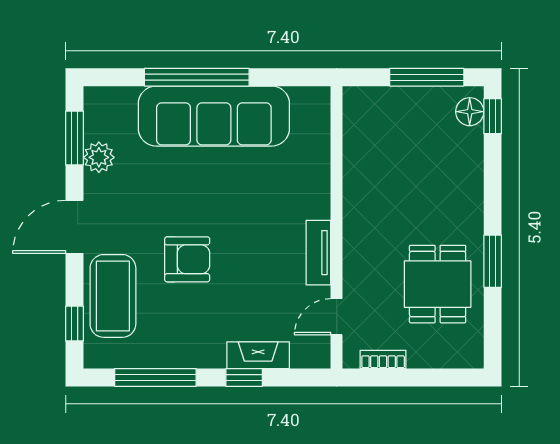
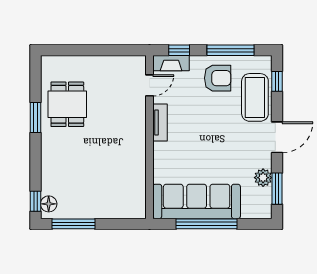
wall: (337, 227) -> (149, 137), moved
tv unit: (318, 253) -> (160, 122), moved
armchair: (187, 259) -> (218, 78), moved, turned 180
door: (337, 317) -> (149, 85), moved
bookcase: (383, 359) -> (99, 61), removed

